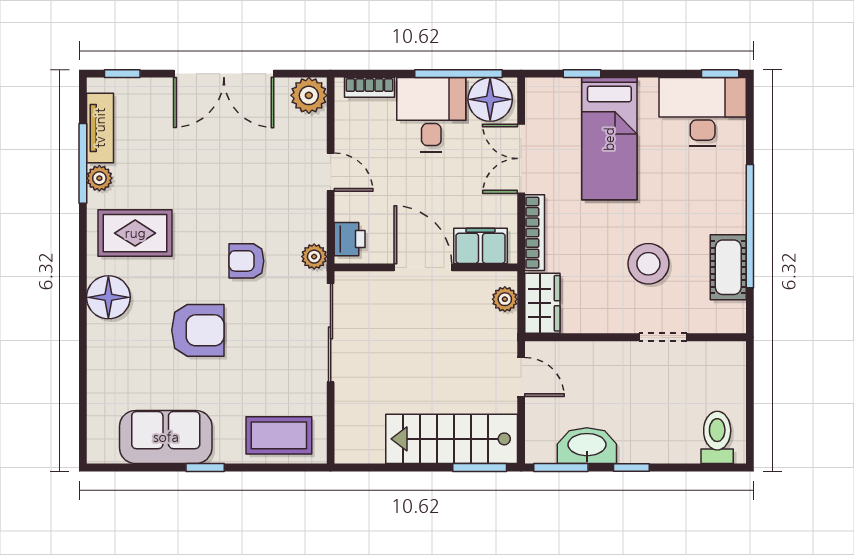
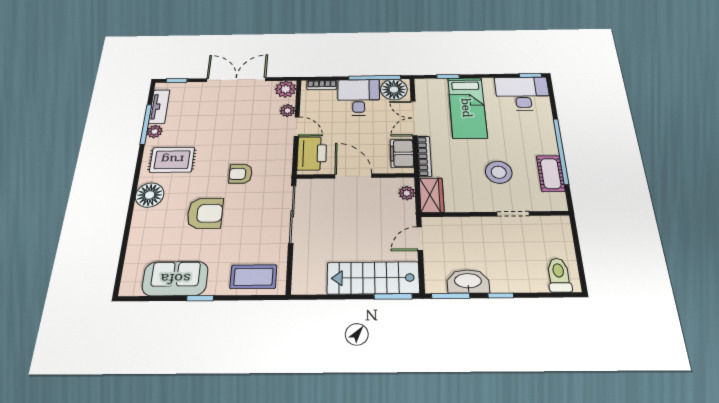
double door: (224, 74) -> (236, 80), swing flipped
printer: (350, 239) -> (312, 153), width x1.87, depth x1.48
filing cabinet: (480, 246) -> (402, 153), moved, turned -90
plant: (314, 257) -> (288, 111), moved
door: (521, 377) -> (420, 239), swing flipped

